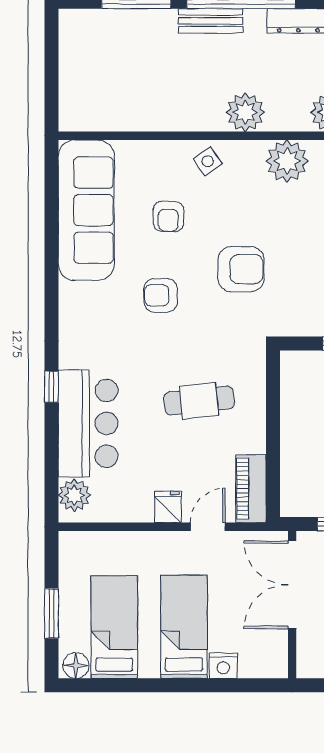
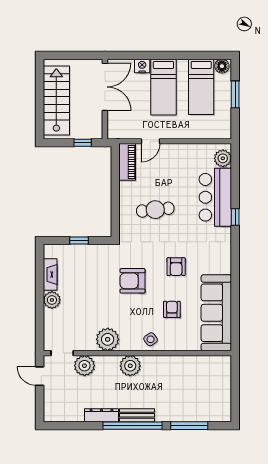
bench: (211, 21) -> (137, 415), moved
armchair: (161, 295) -> (176, 267), turned 90
fridge: (168, 507) -> (172, 152), removed
double door: (292, 585) -> (105, 87), moved

